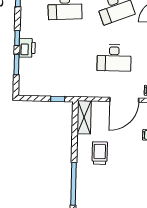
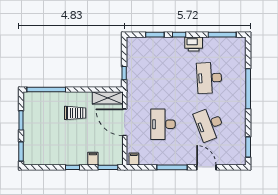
printer: (27, 48) -> (194, 44), moved
door: (124, 100) -> (125, 122), moved

